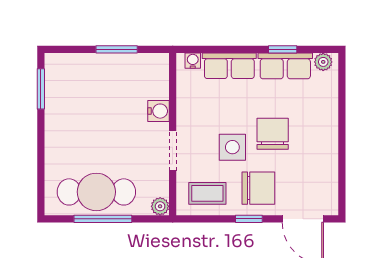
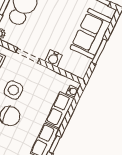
sofa: (97, 74) -> (91, 34), added

